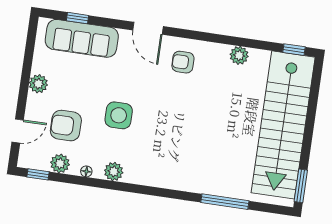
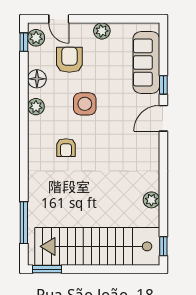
window: (78, 18) -> (163, 85), moved
armchair: (183, 62) -> (66, 148), moved, turned 180
plant: (60, 163) -> (36, 38), moved
floor lamp: (86, 171) -> (37, 79), width x1.89, depth x1.89
window: (225, 202) -> (24, 223), moved

